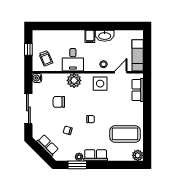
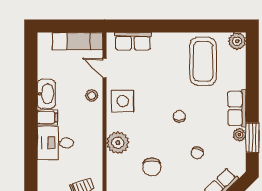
desk: (73, 60) -> (55, 143), moved, turned 180

